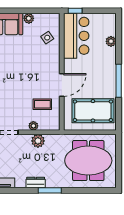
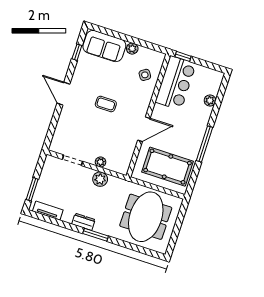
coffee table: (42, 104) -> (106, 104), moved
meeting table: (88, 161) -> (146, 217), turned 90

